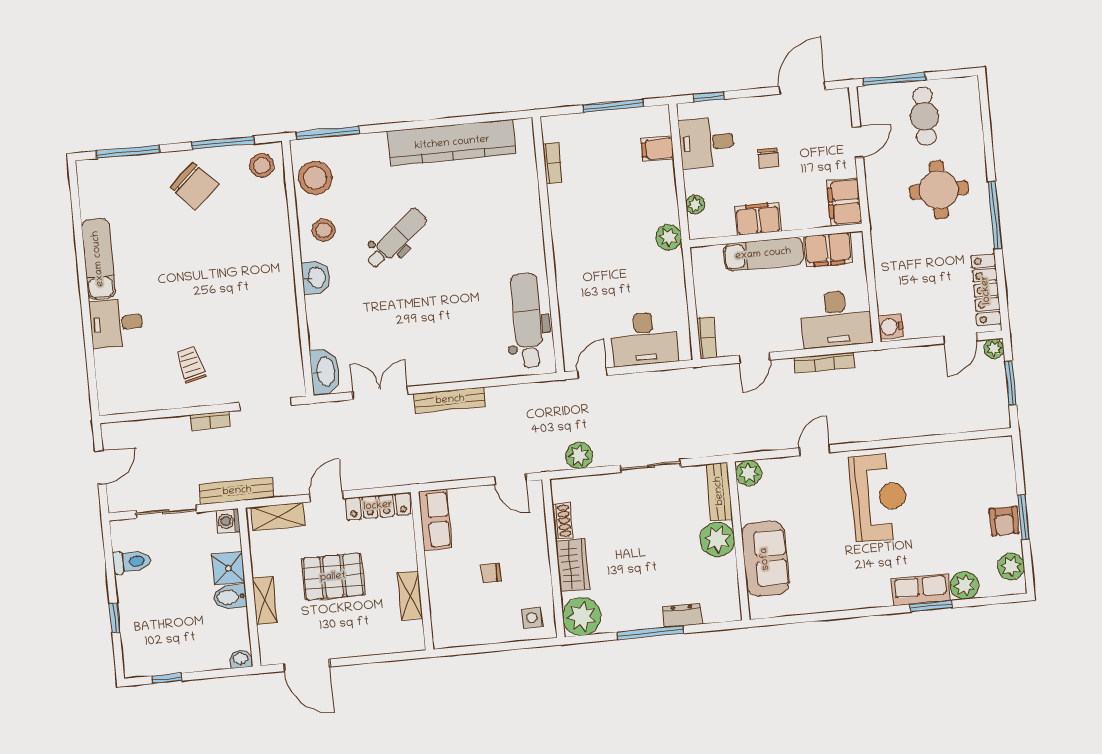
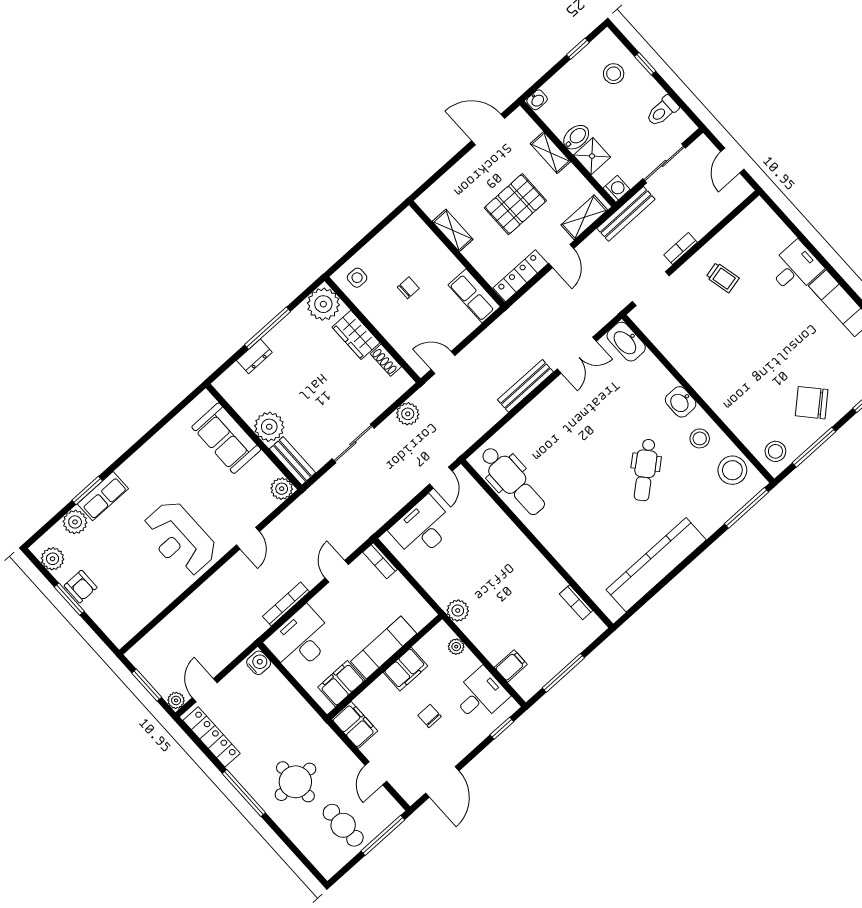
armchair: (1004, 521) -> (81, 587), turned 180
stool: (151, 630) -> (614, 74), added

